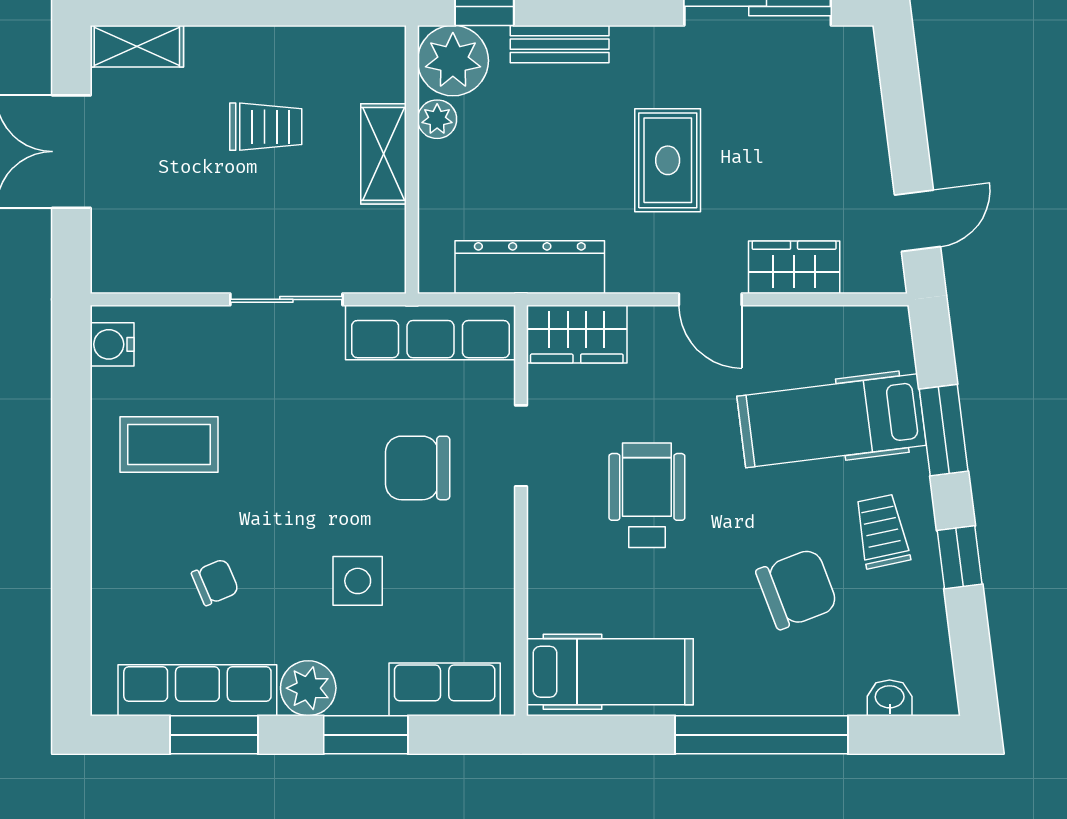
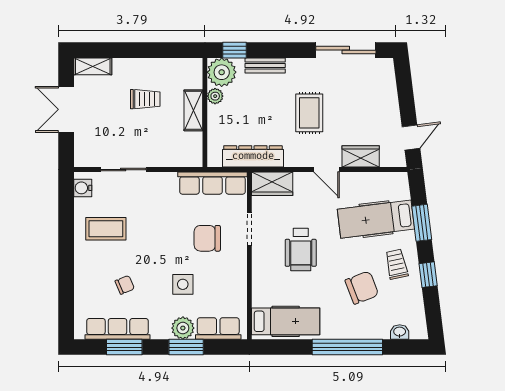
sliding door: (286, 299) -> (123, 170), moved
wheelchair: (647, 495) -> (301, 249), turned 180
plant: (308, 688) -> (183, 328), moved

